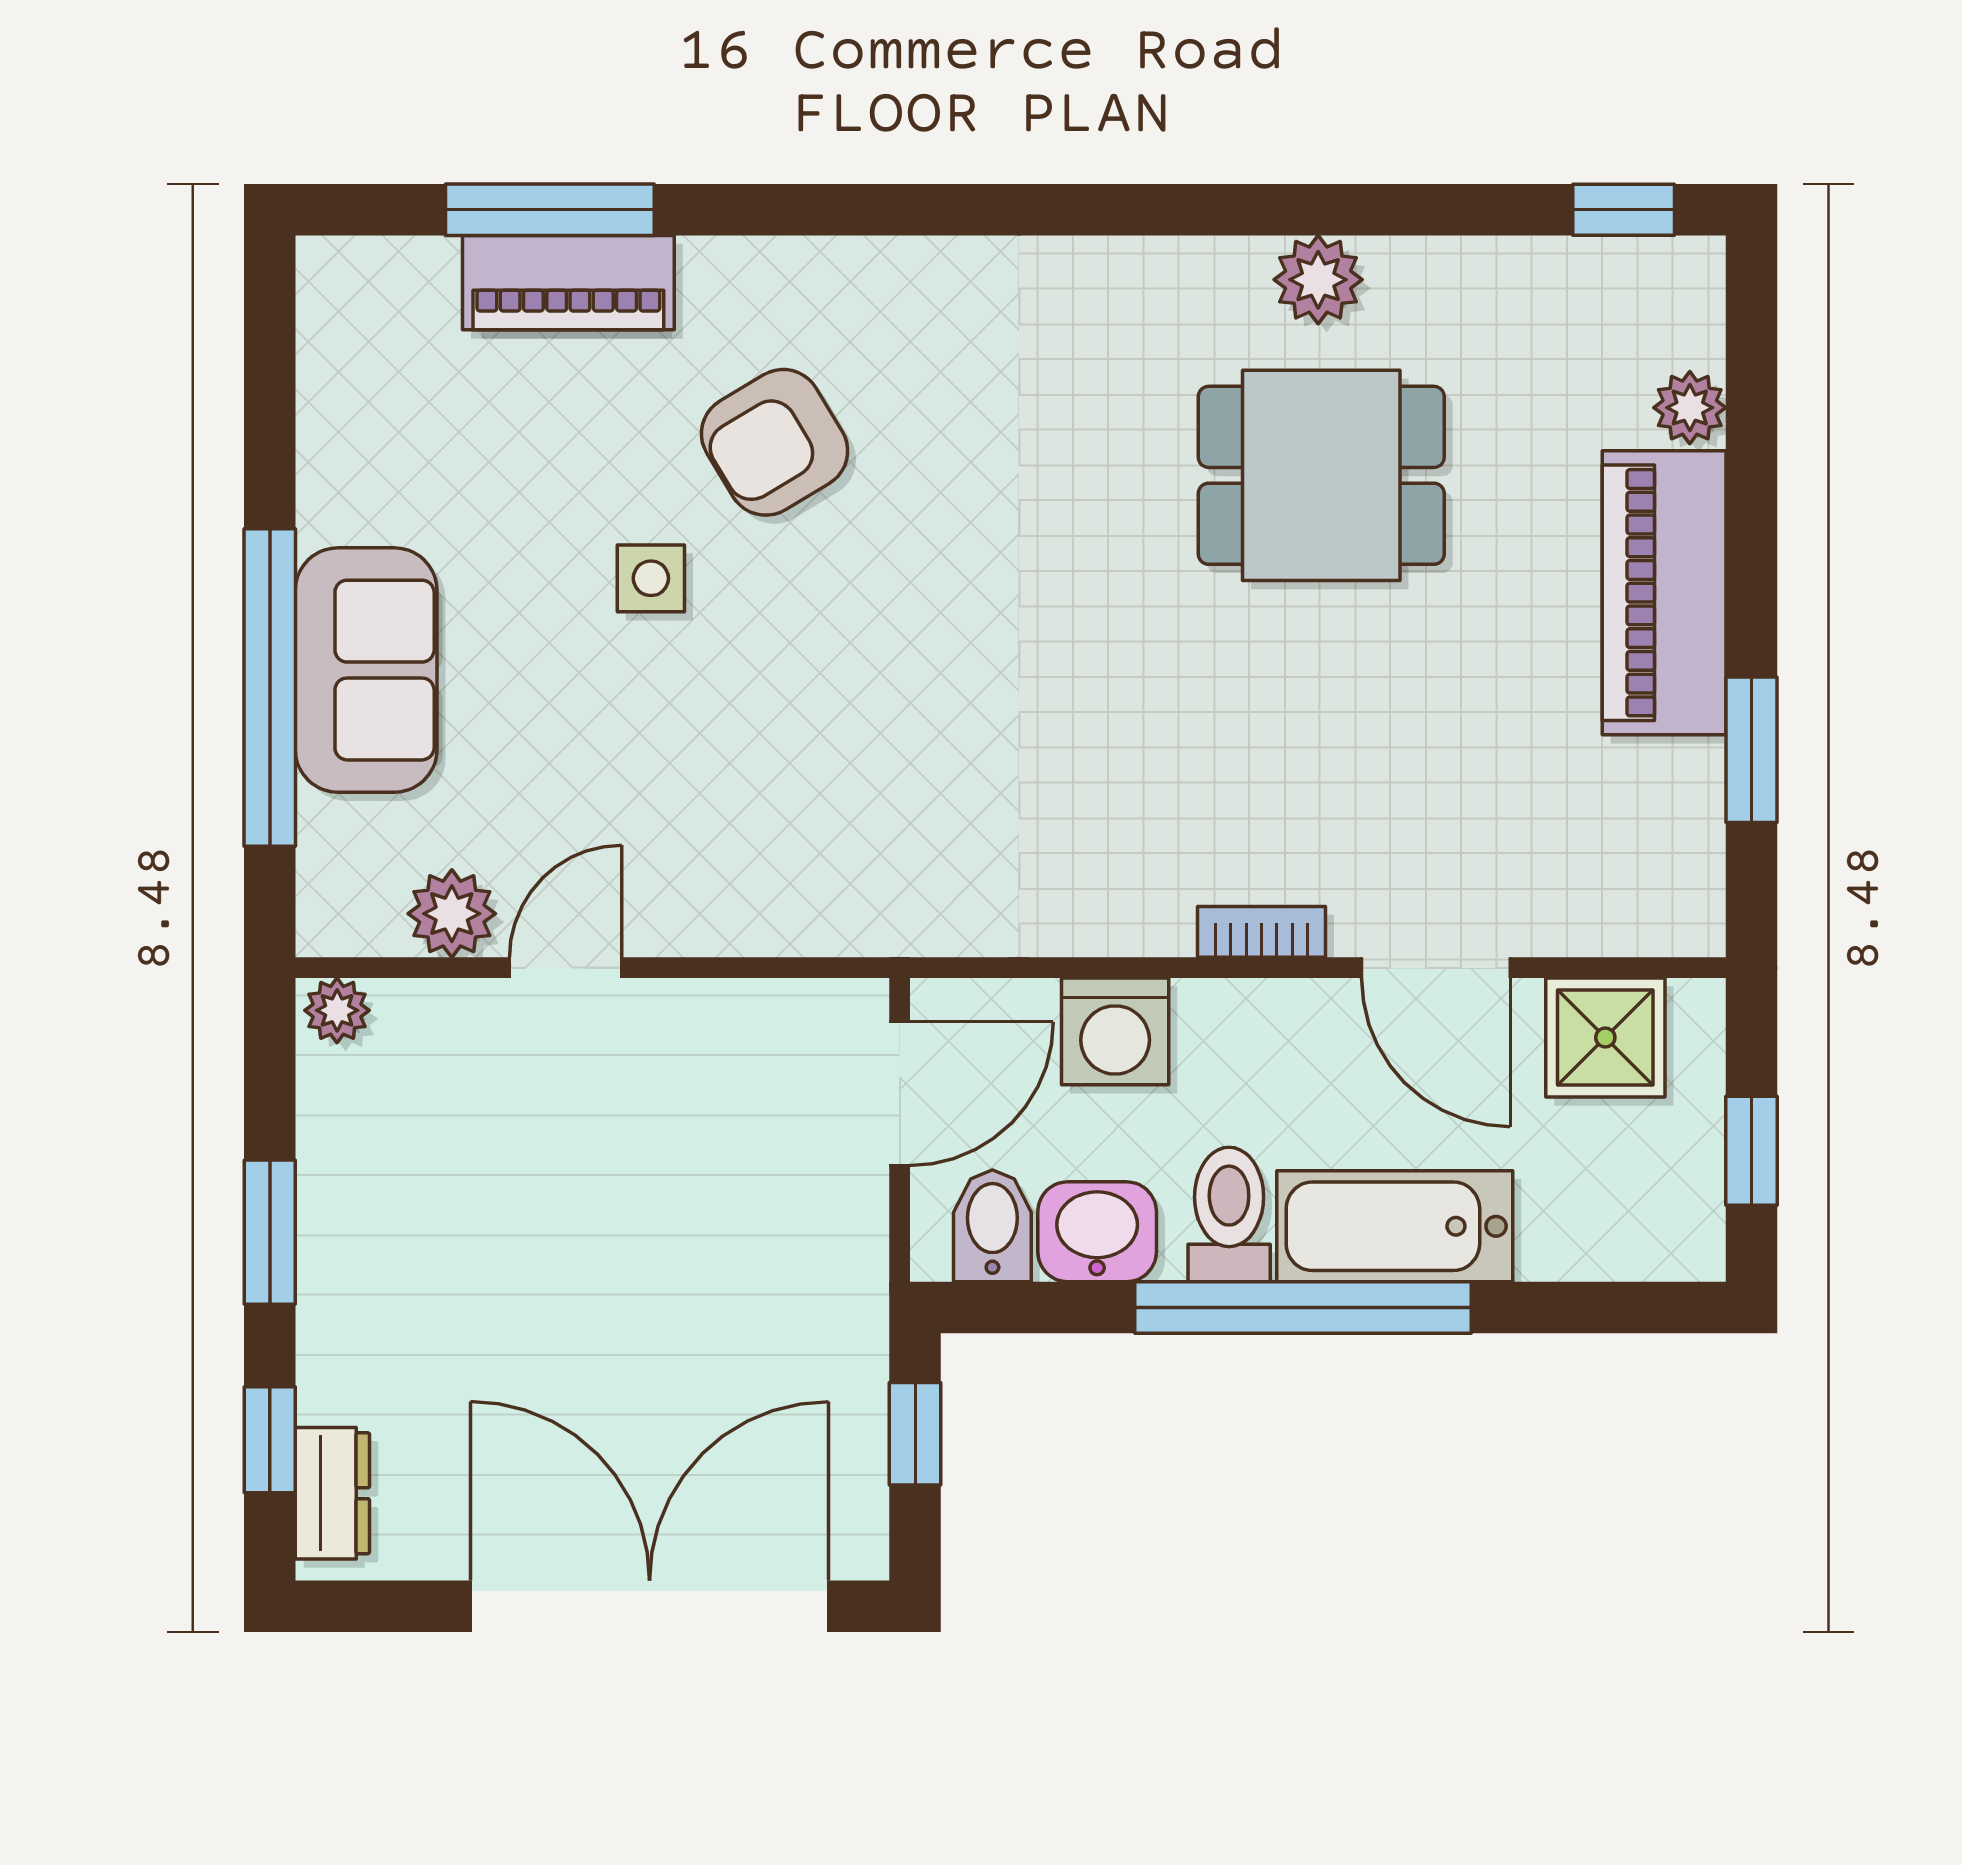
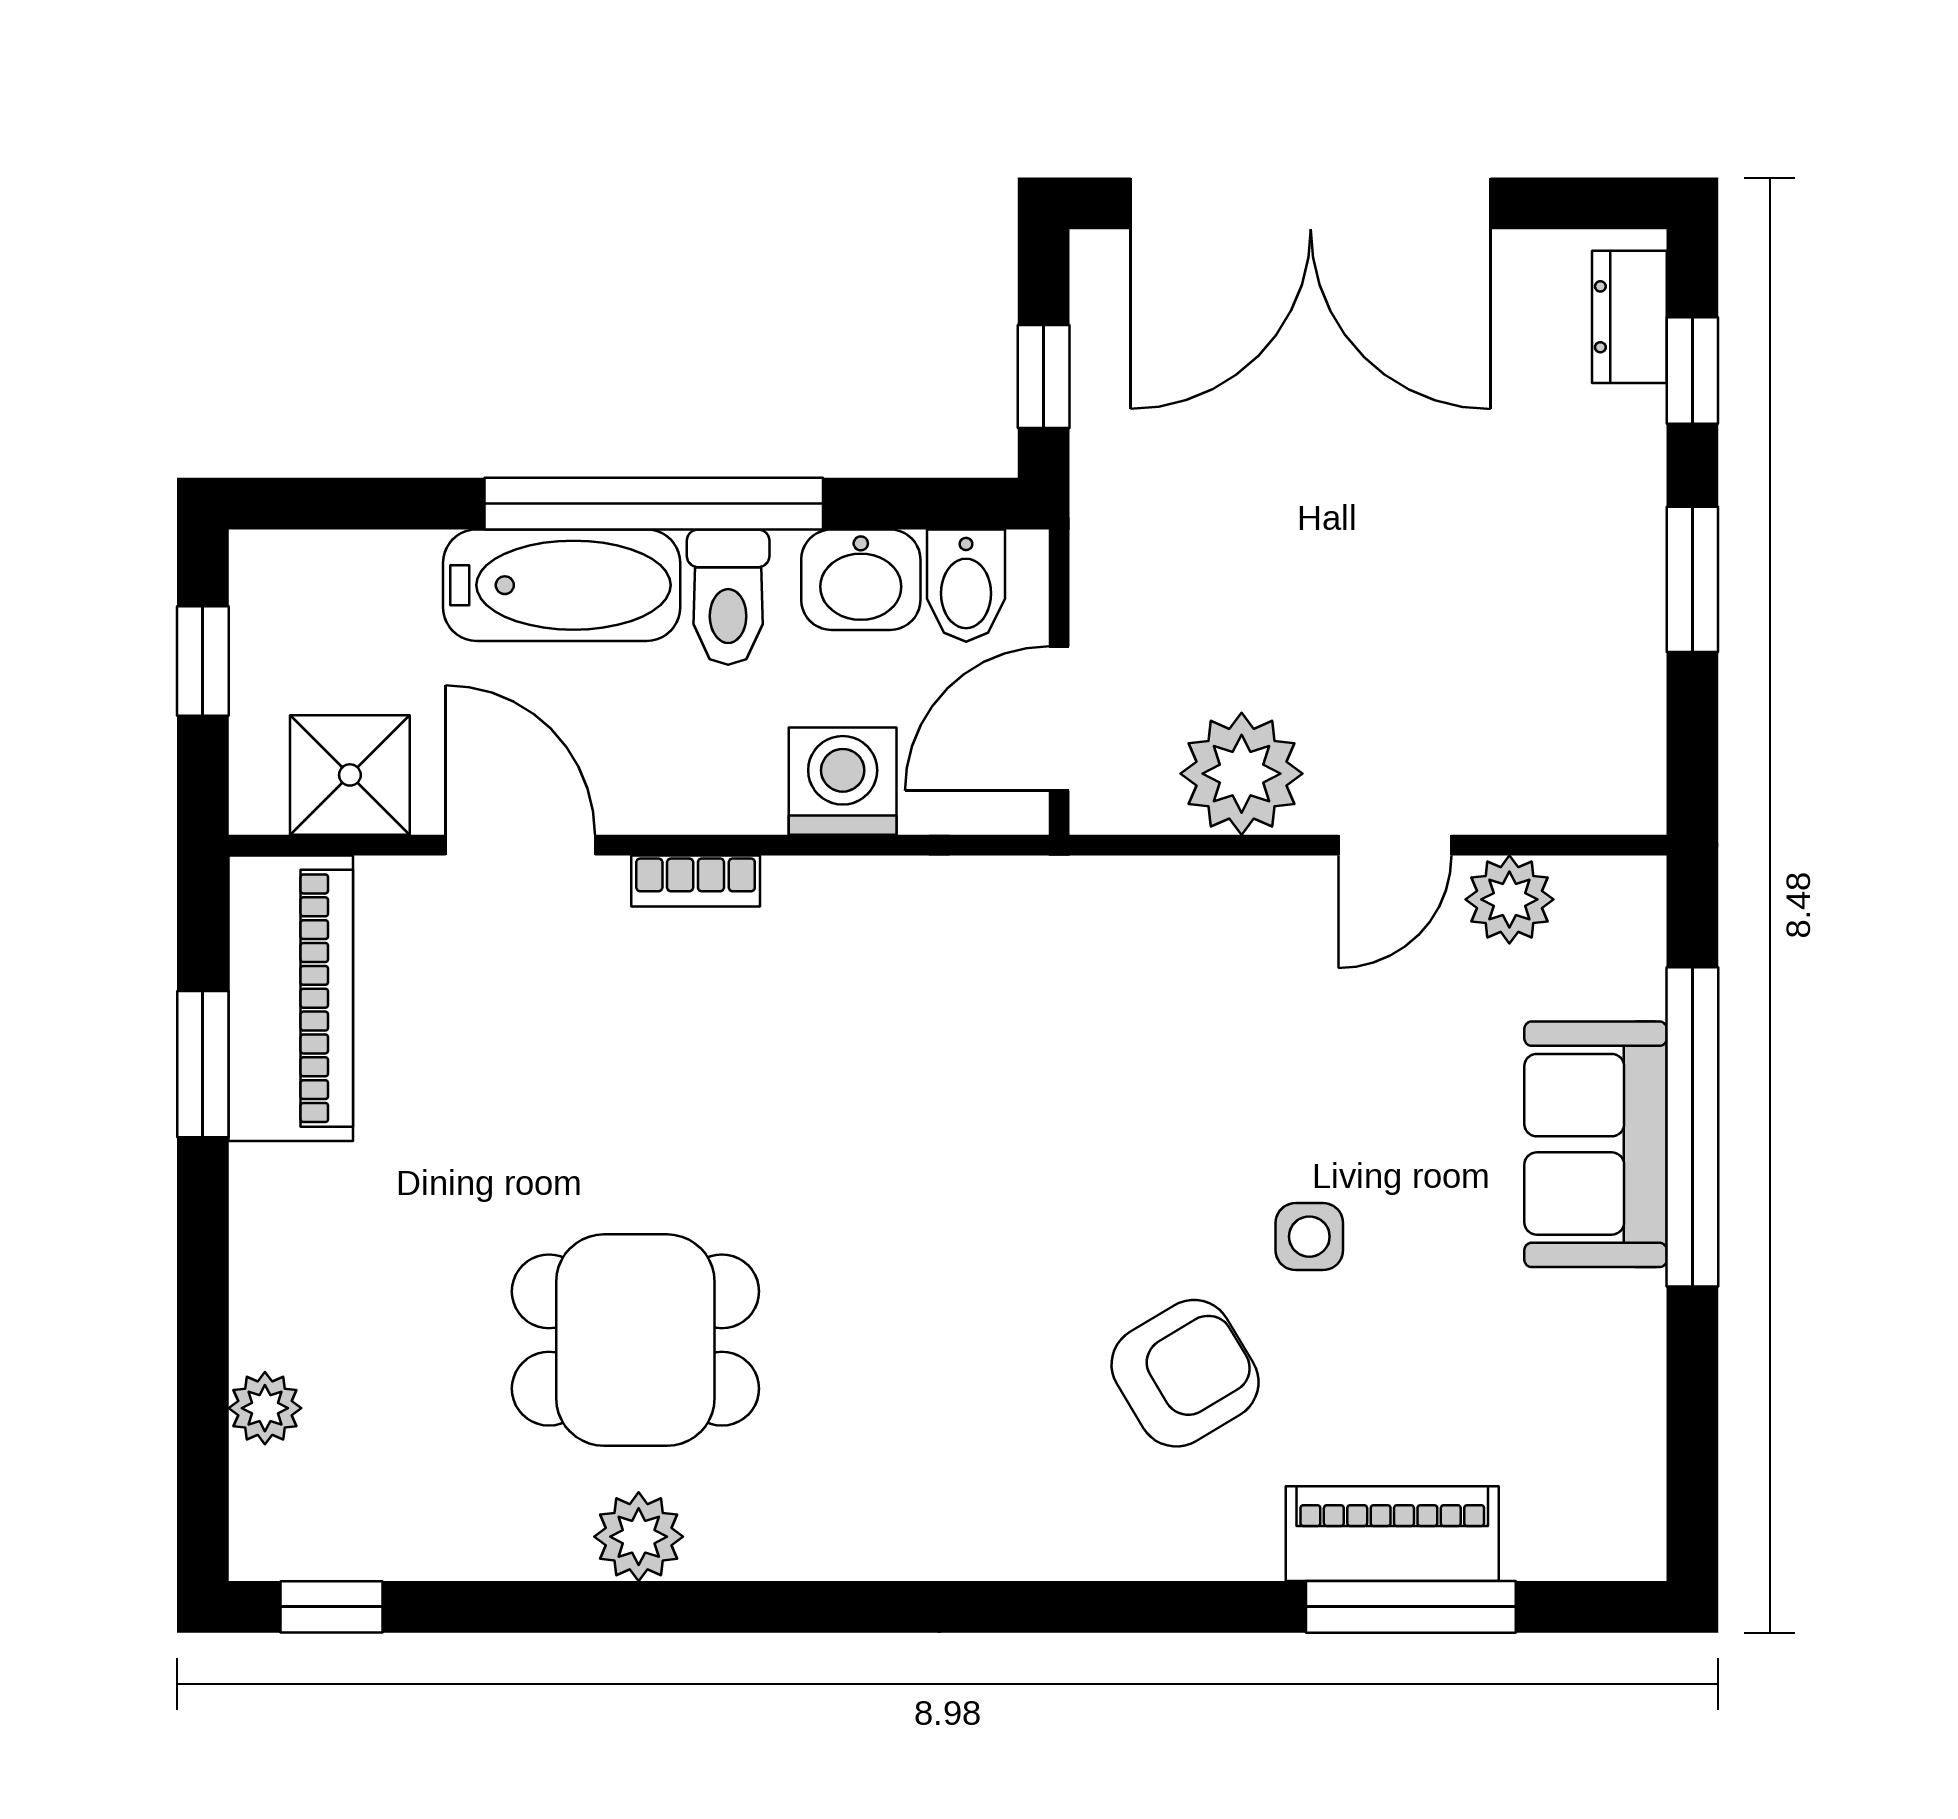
piano: (1664, 593) -> (291, 998), moved
plant: (337, 1010) -> (1242, 774), moved, width x1.88, depth x1.88

